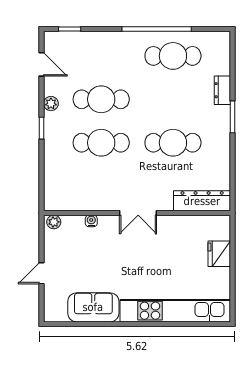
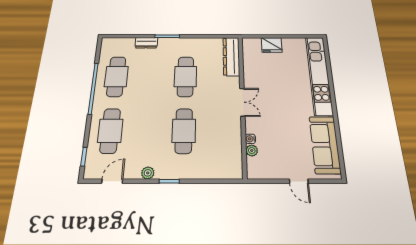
cafe table: (101, 99) -> (110, 131), moved
plant: (54, 222) -> (252, 150), moved
sofa: (93, 307) -> (325, 145), width x1.36

